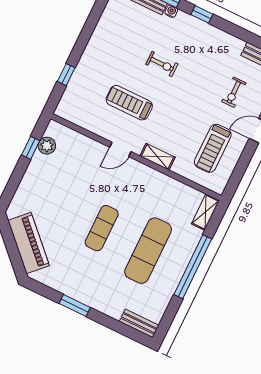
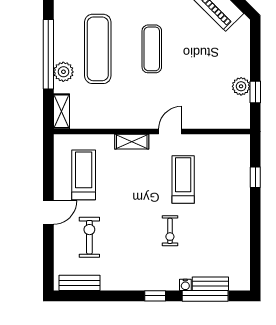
exercise bike: (162, 64) -> (170, 231), turned -90
exercise bike: (234, 92) -> (89, 237), width x1.38, depth x1.39
treadmill: (129, 103) -> (183, 180), turned -90
plant: (47, 146) -> (241, 86), moved
plant: (187, 245) -> (63, 72), added

